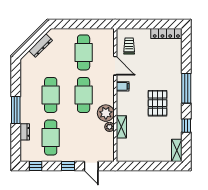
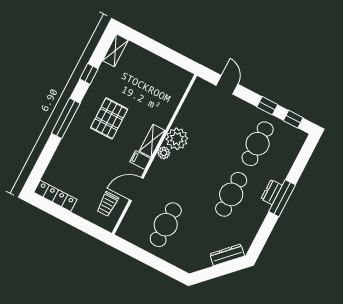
dresser: (41, 46) -> (227, 255), moved
door: (115, 66) -> (136, 189), hinge flipped
cafe table: (84, 95) -> (192, 174), removed
plant: (109, 127) -> (164, 153), moved
shelving: (121, 127) -> (152, 141), moved
dresser: (25, 132) -> (272, 192), moved
window: (68, 166) -> (267, 106), moved

